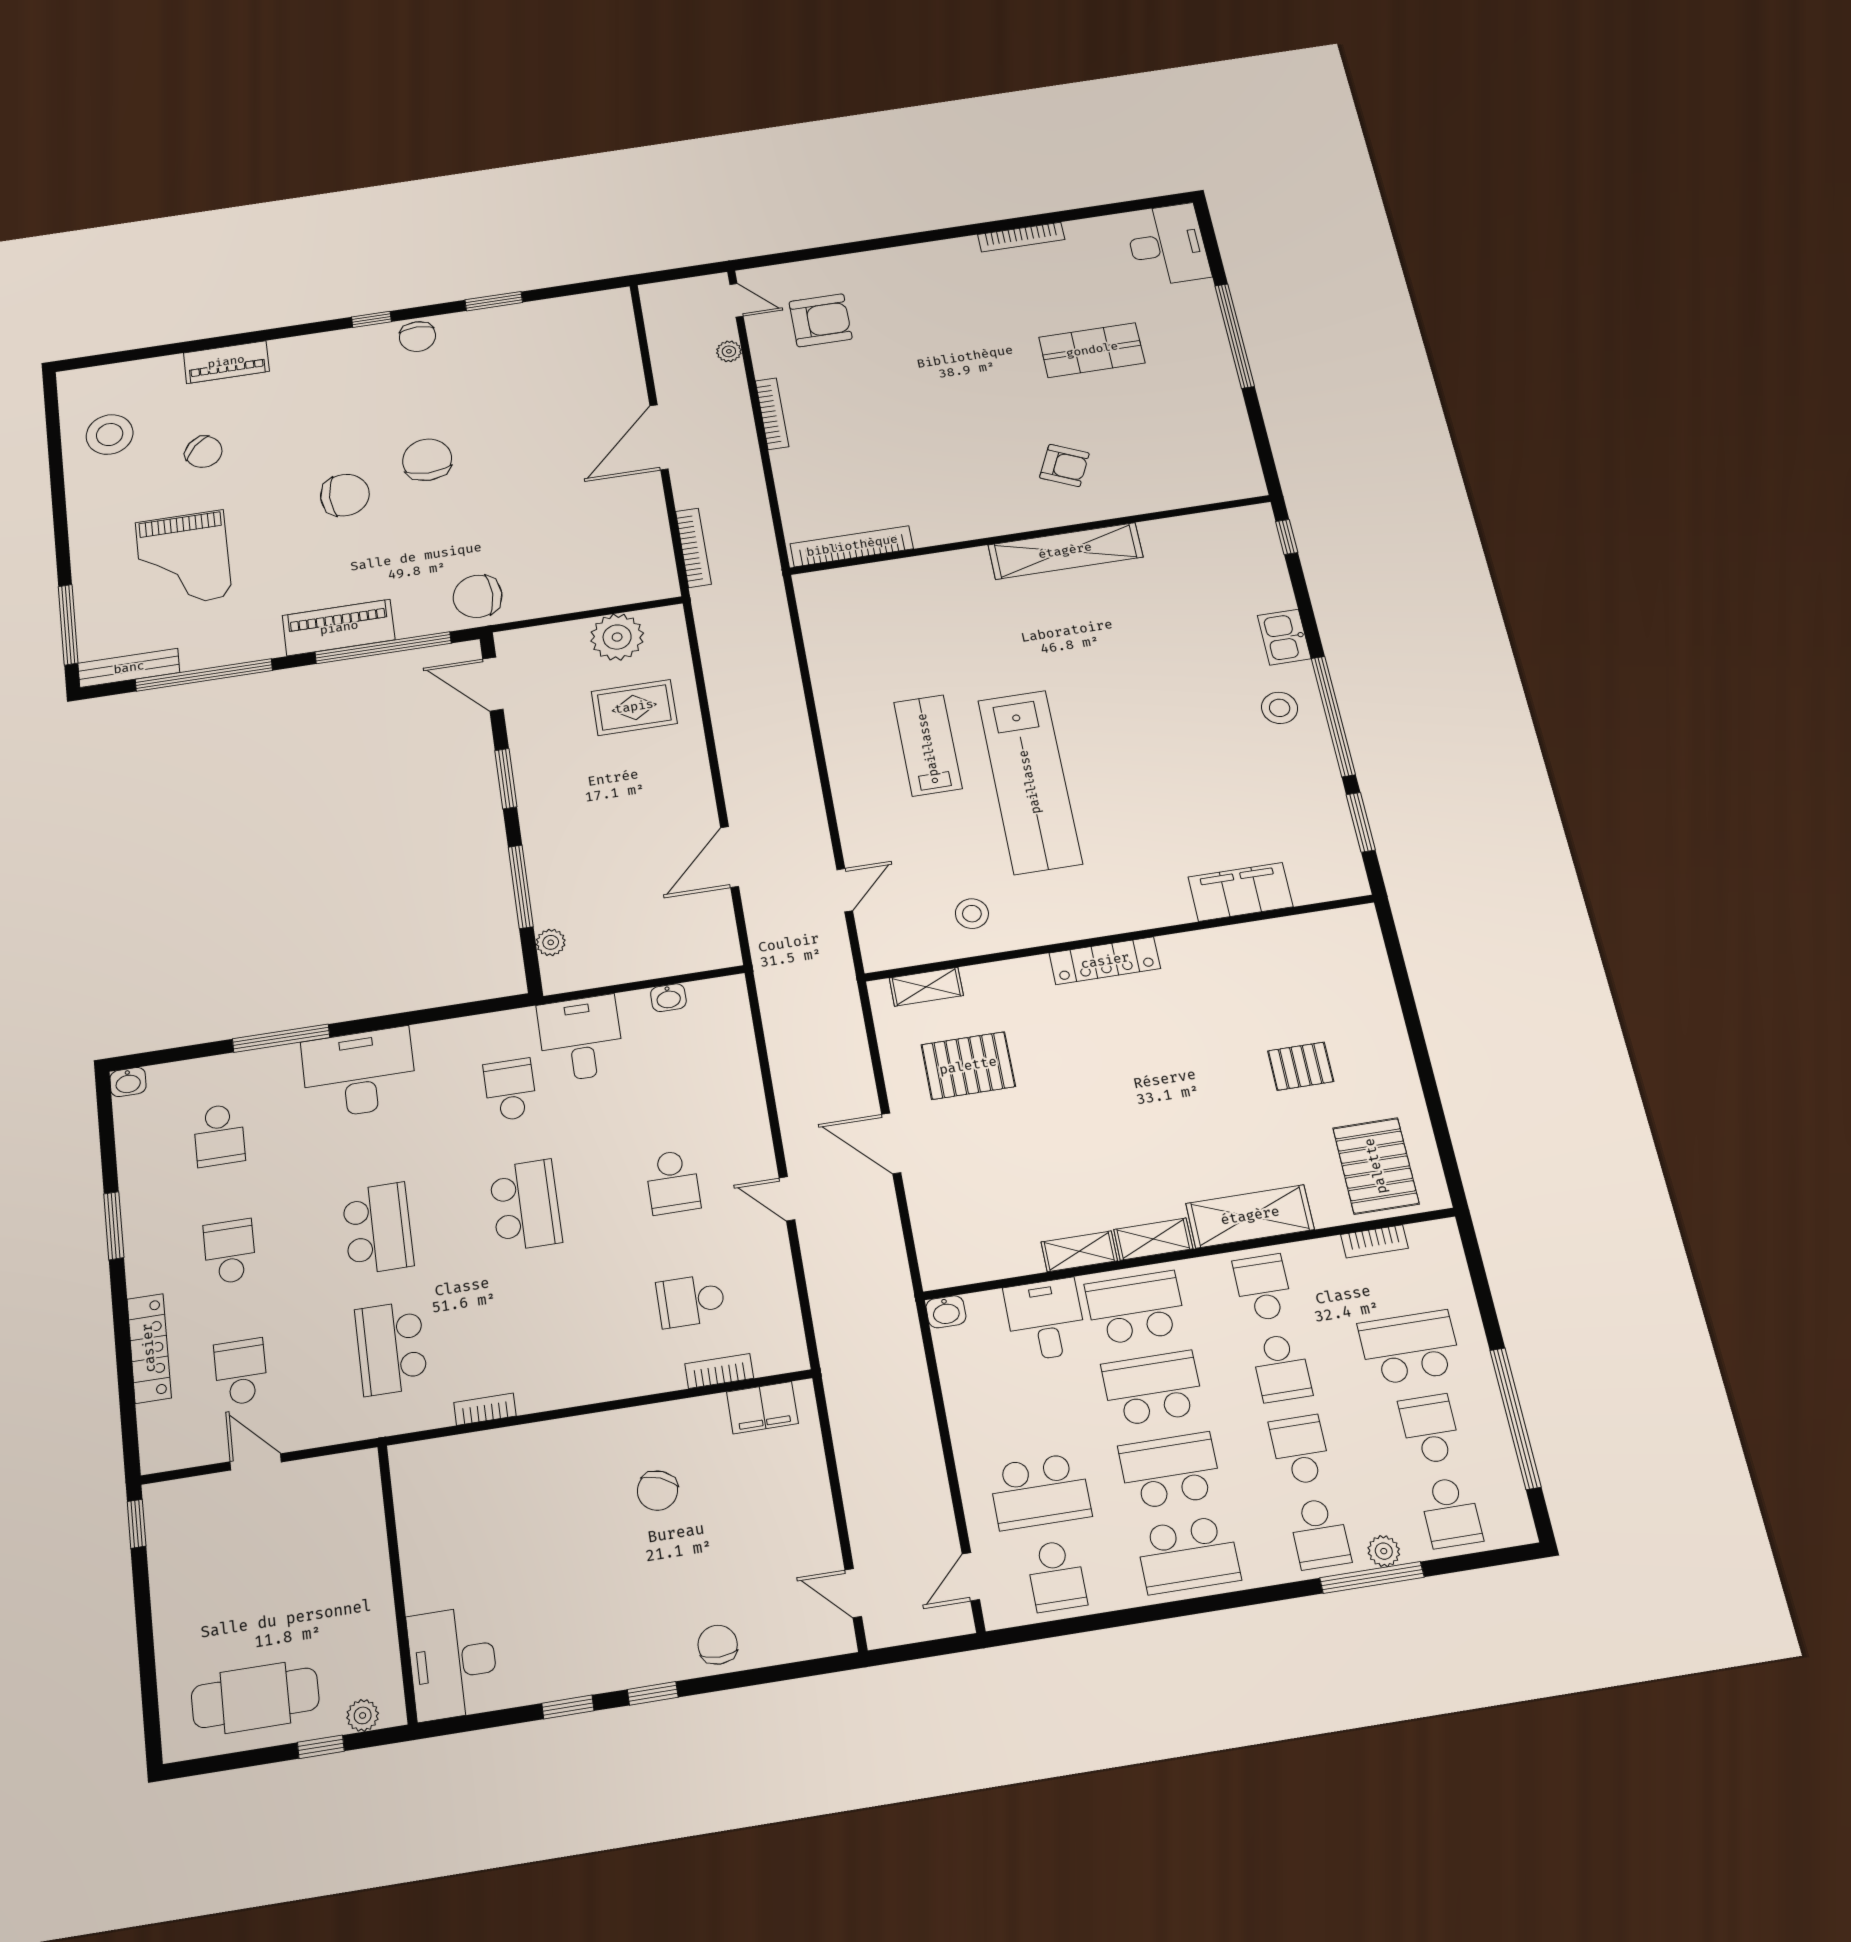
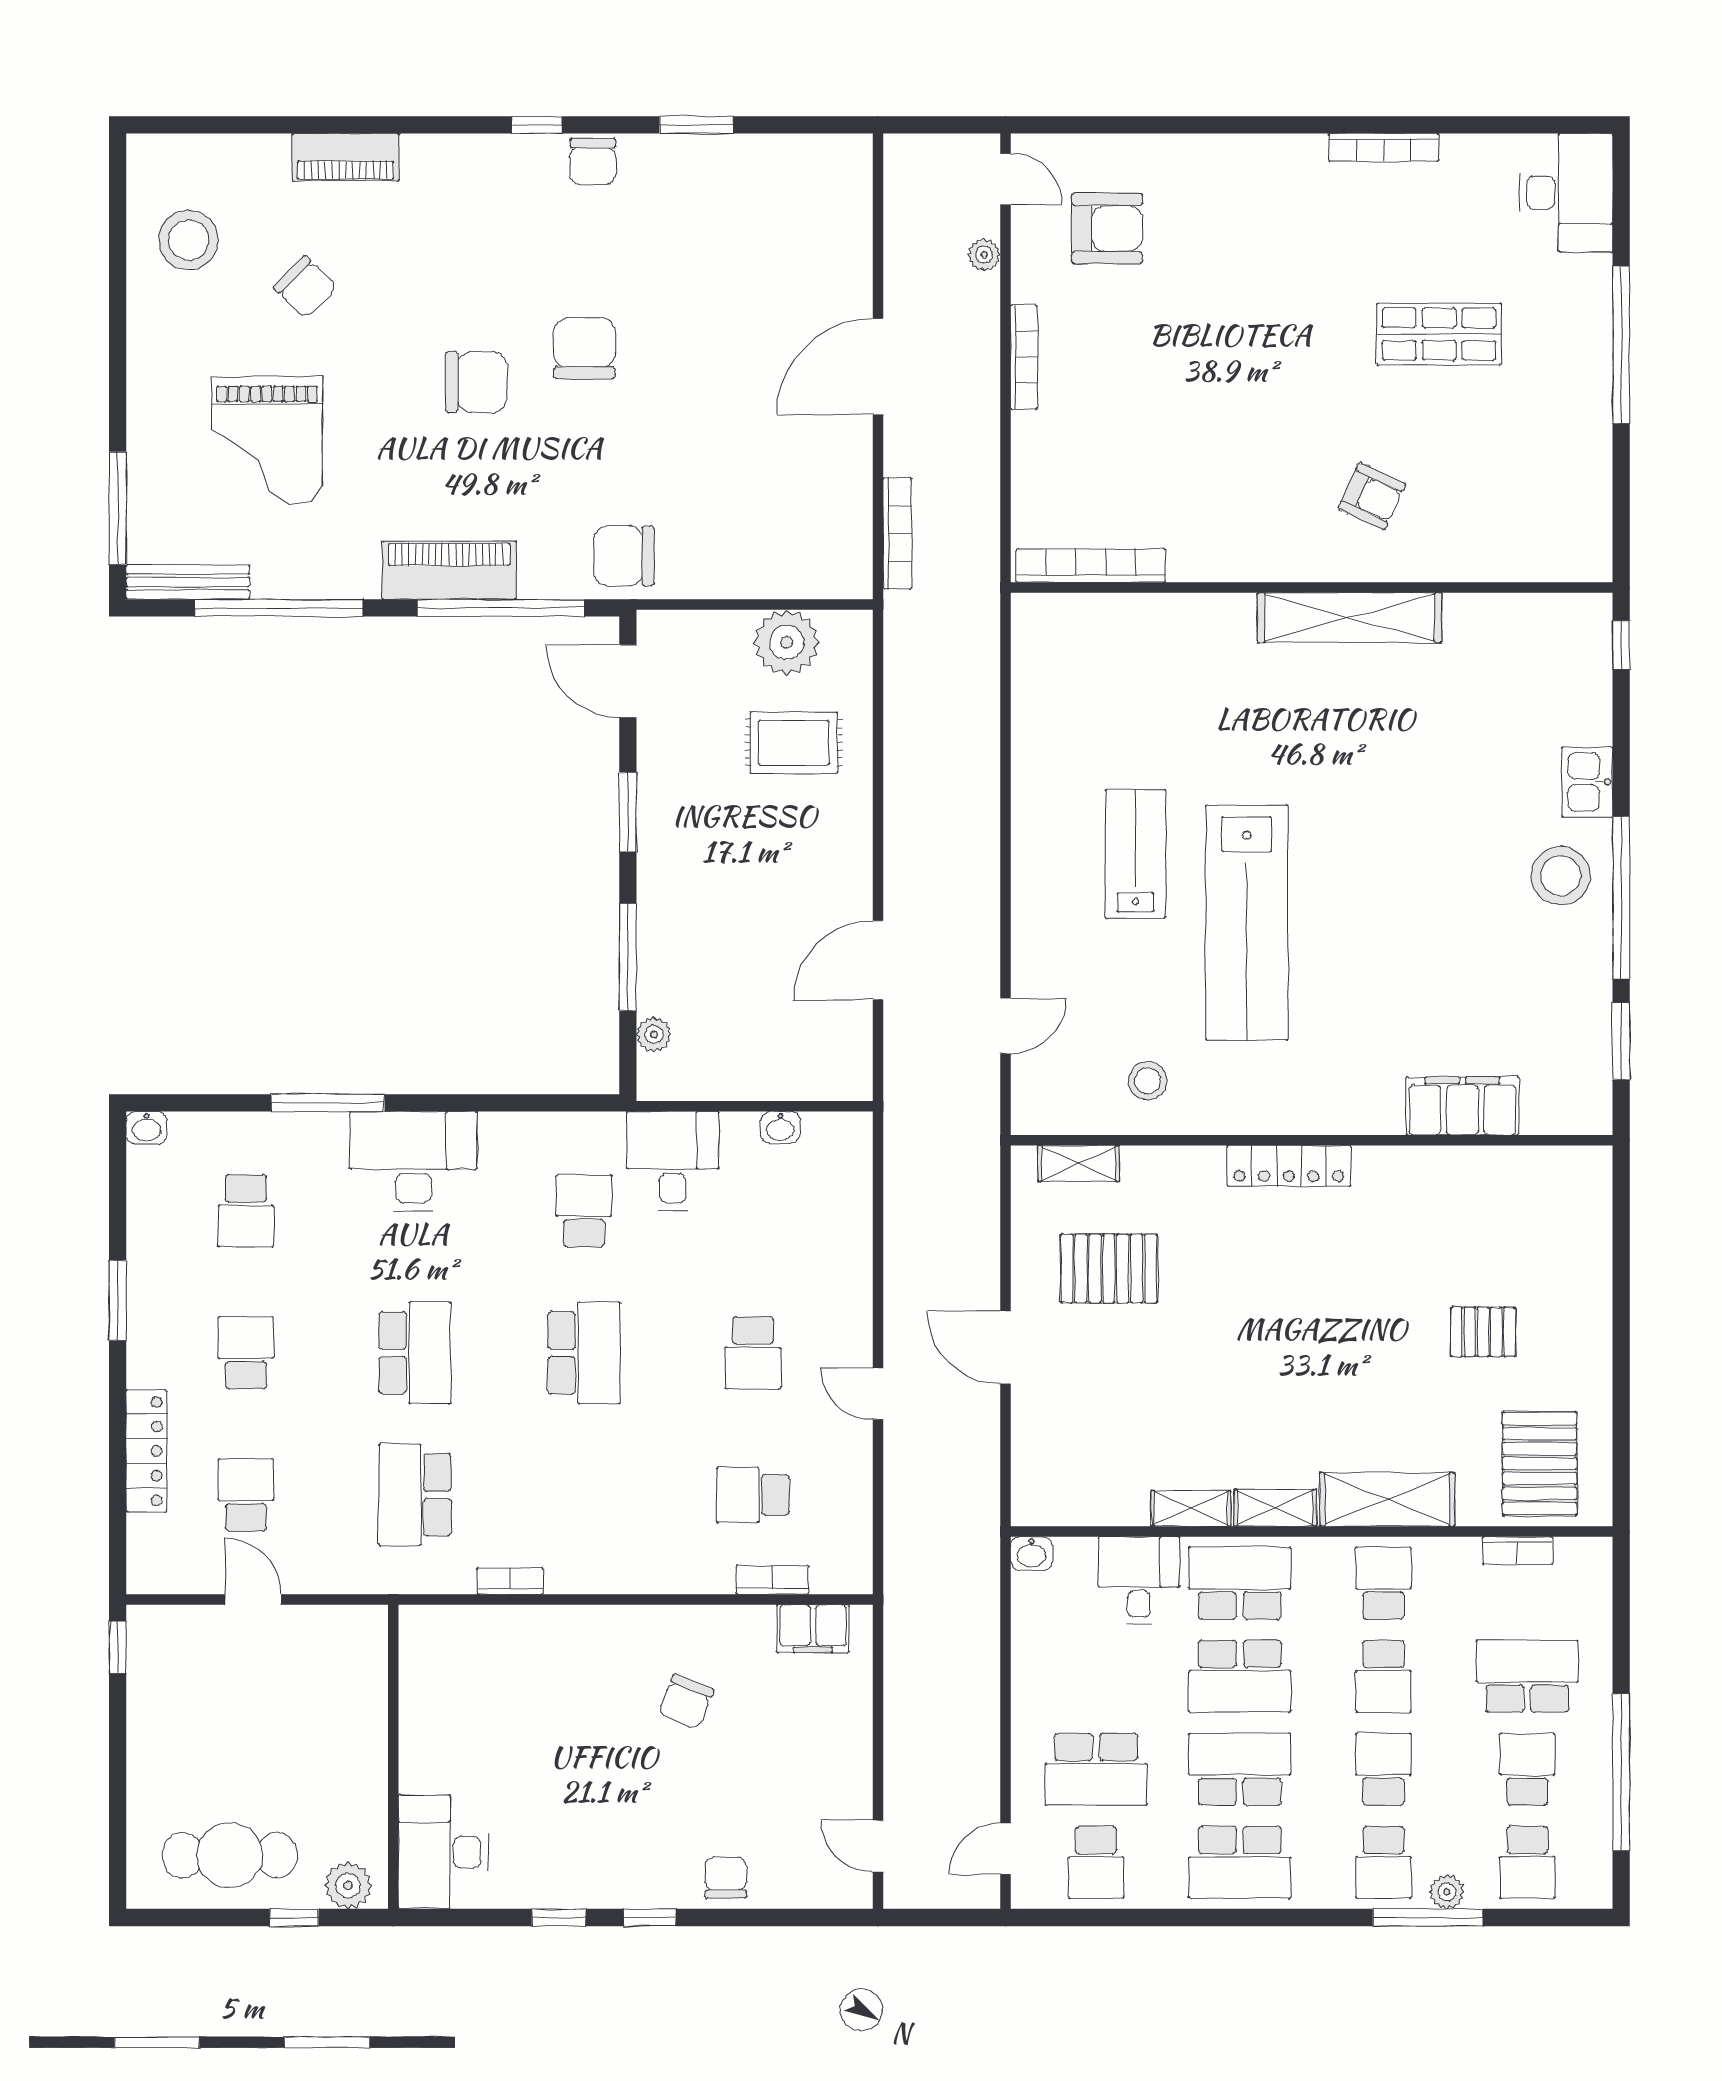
stool: (1280, 708) -> (1561, 876), width x1.38, depth x1.38
school desk: (1153, 1388) -> (1240, 1676), turned 180
plant: (363, 1715) -> (348, 1885), width x1.38, depth x1.38

